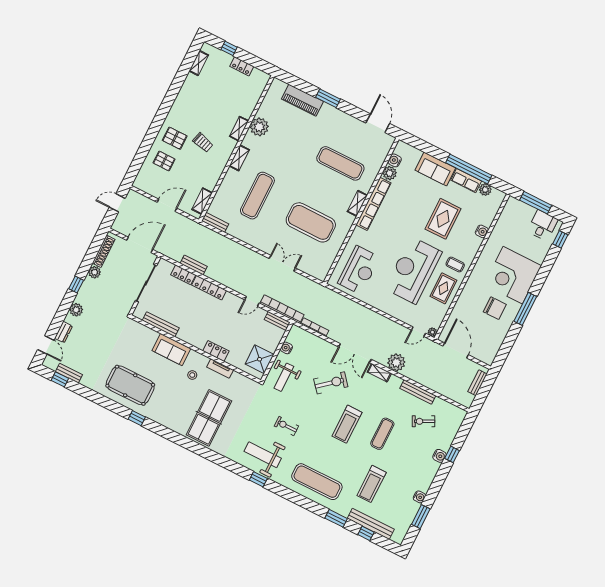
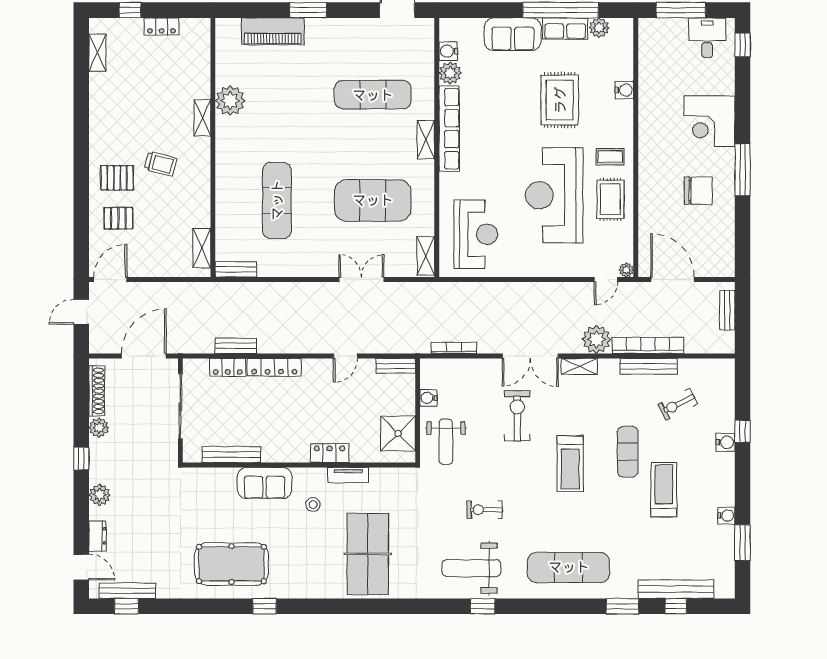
shelving: (239, 158) -> (426, 256), moved
door: (167, 205) -> (110, 279), moved
corner desk: (513, 275) -> (709, 121), width x0.74, depth x0.74
bookcase: (282, 309) -> (648, 346), moved
bench: (69, 373) -> (127, 591), width x1.36
exercise bike: (331, 383) -> (517, 416), turned -50
treadmill: (372, 484) -> (664, 490), moved, turned 180

